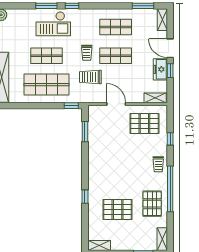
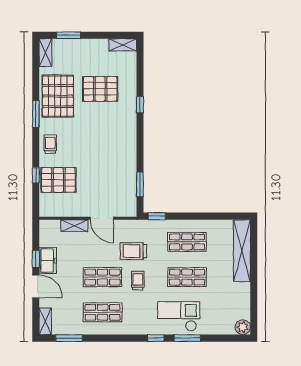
trolley: (90, 77) -> (133, 251), turned 180
shop shelf: (47, 85) -> (187, 242), width x0.70, depth x0.74
shelving: (155, 98) -> (74, 226), moved
pallet: (144, 124) -> (58, 180), moved
window: (170, 189) -> (36, 114), width x0.47
pallet: (152, 204) -> (58, 96), width x1.37, depth x1.41

